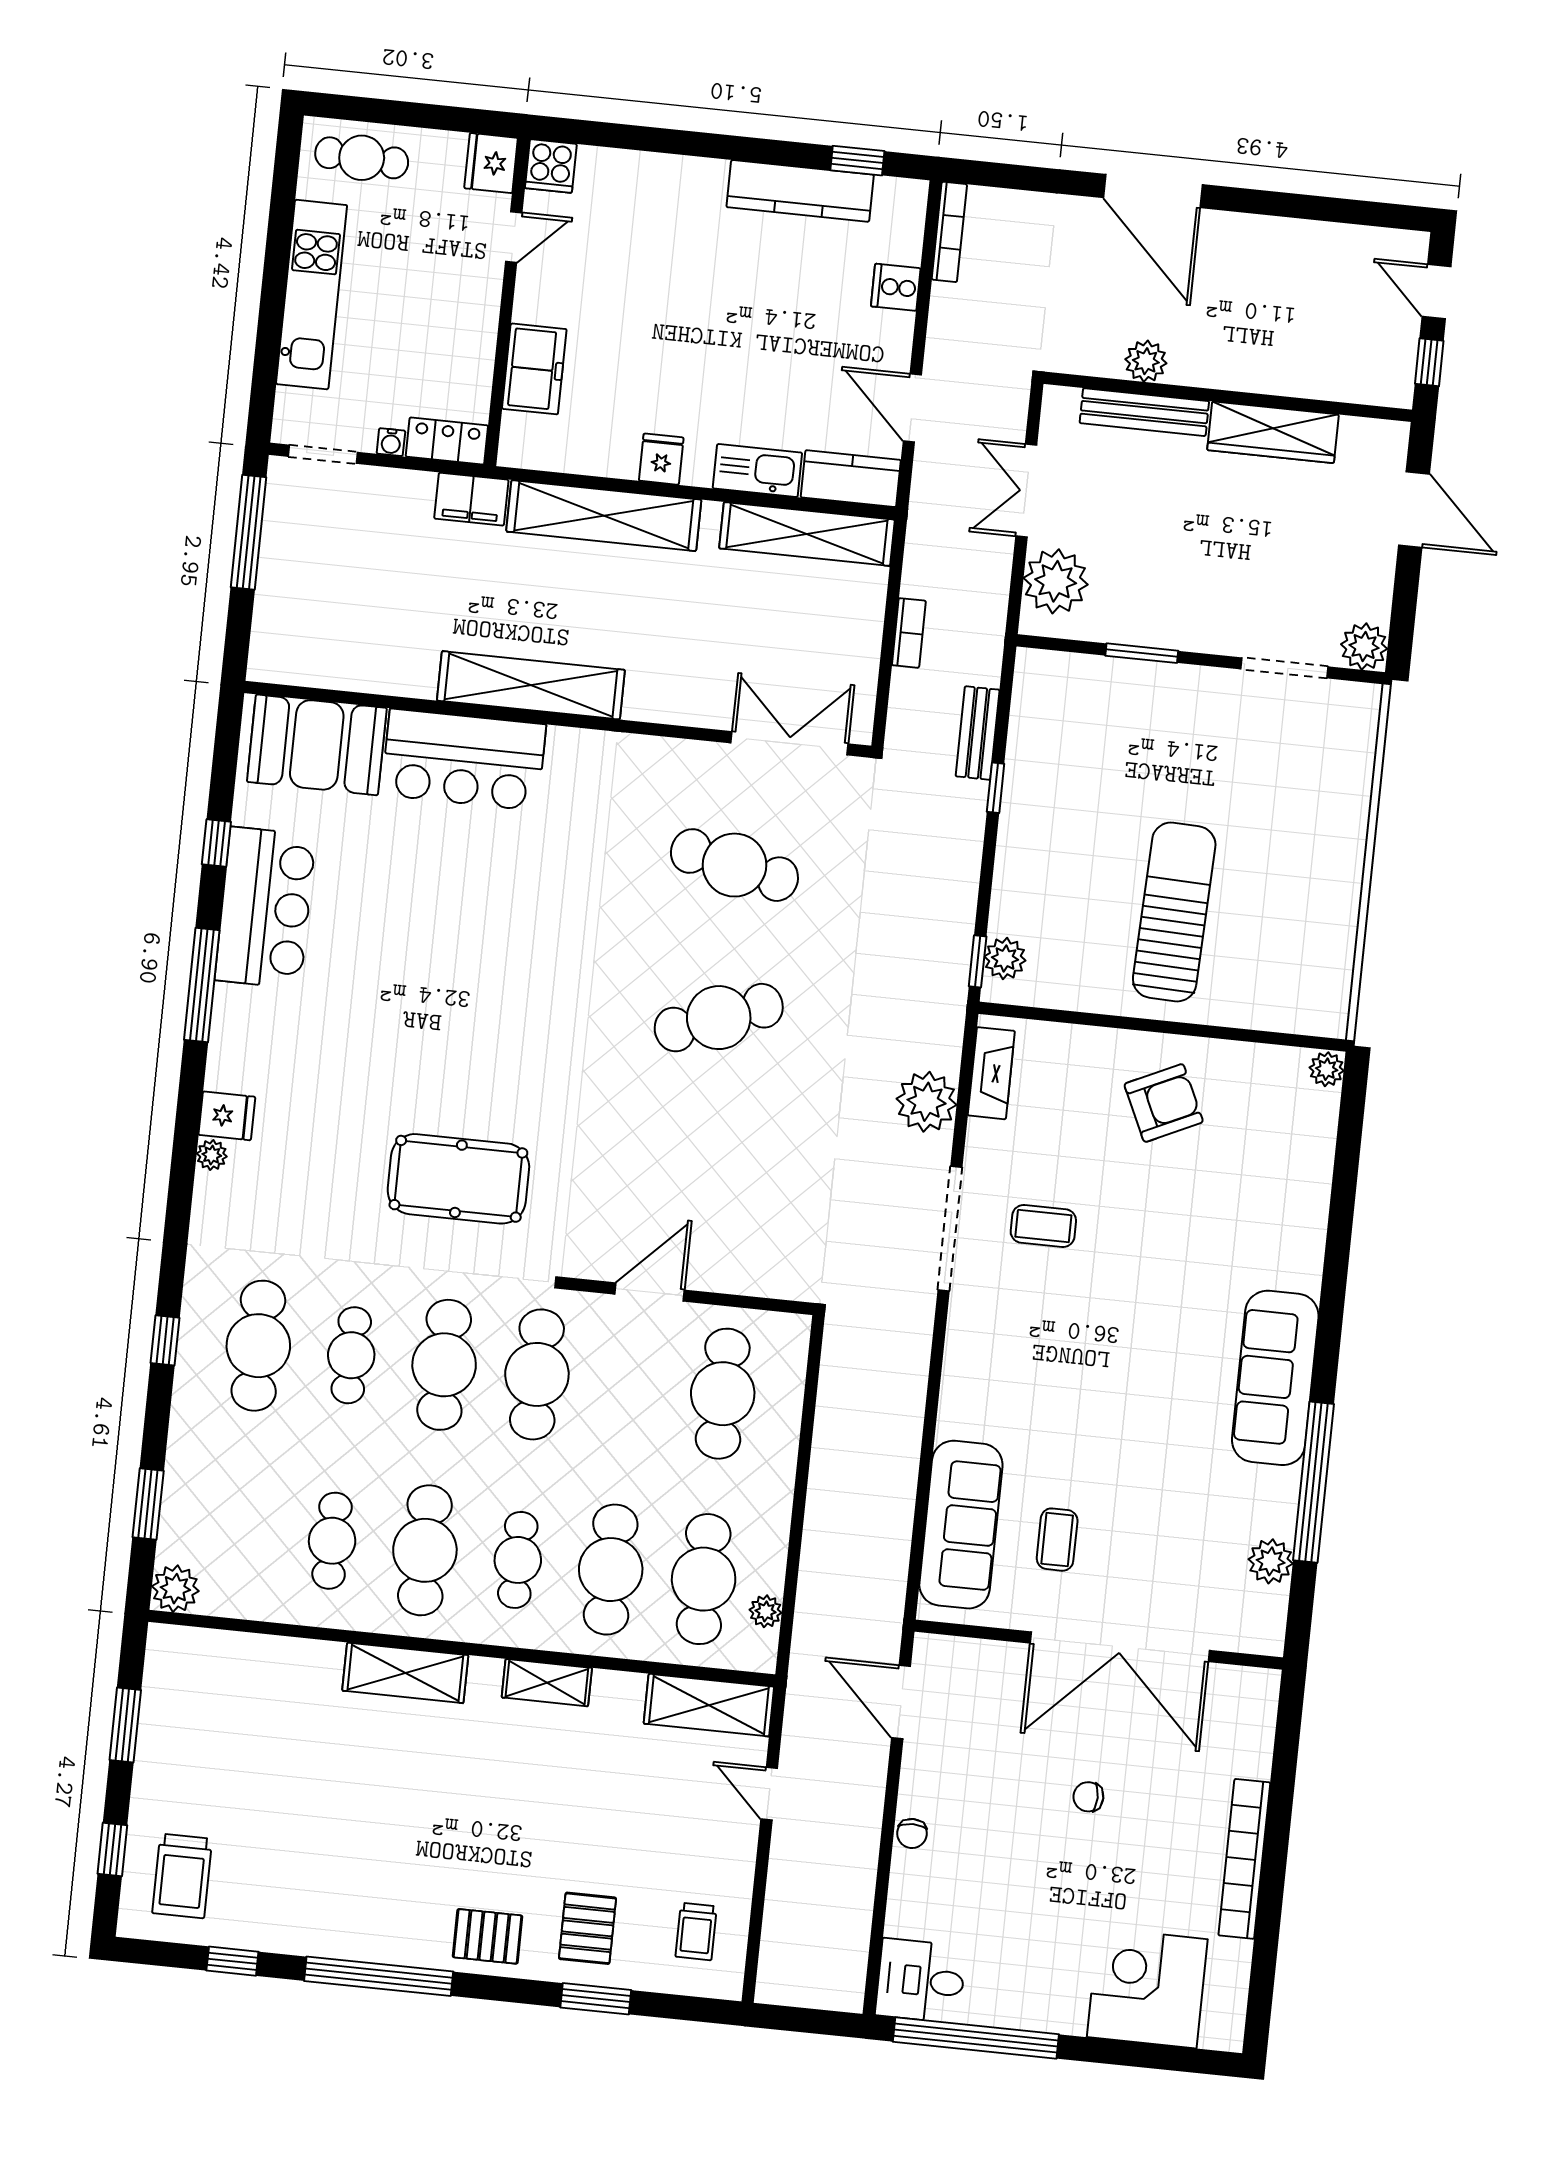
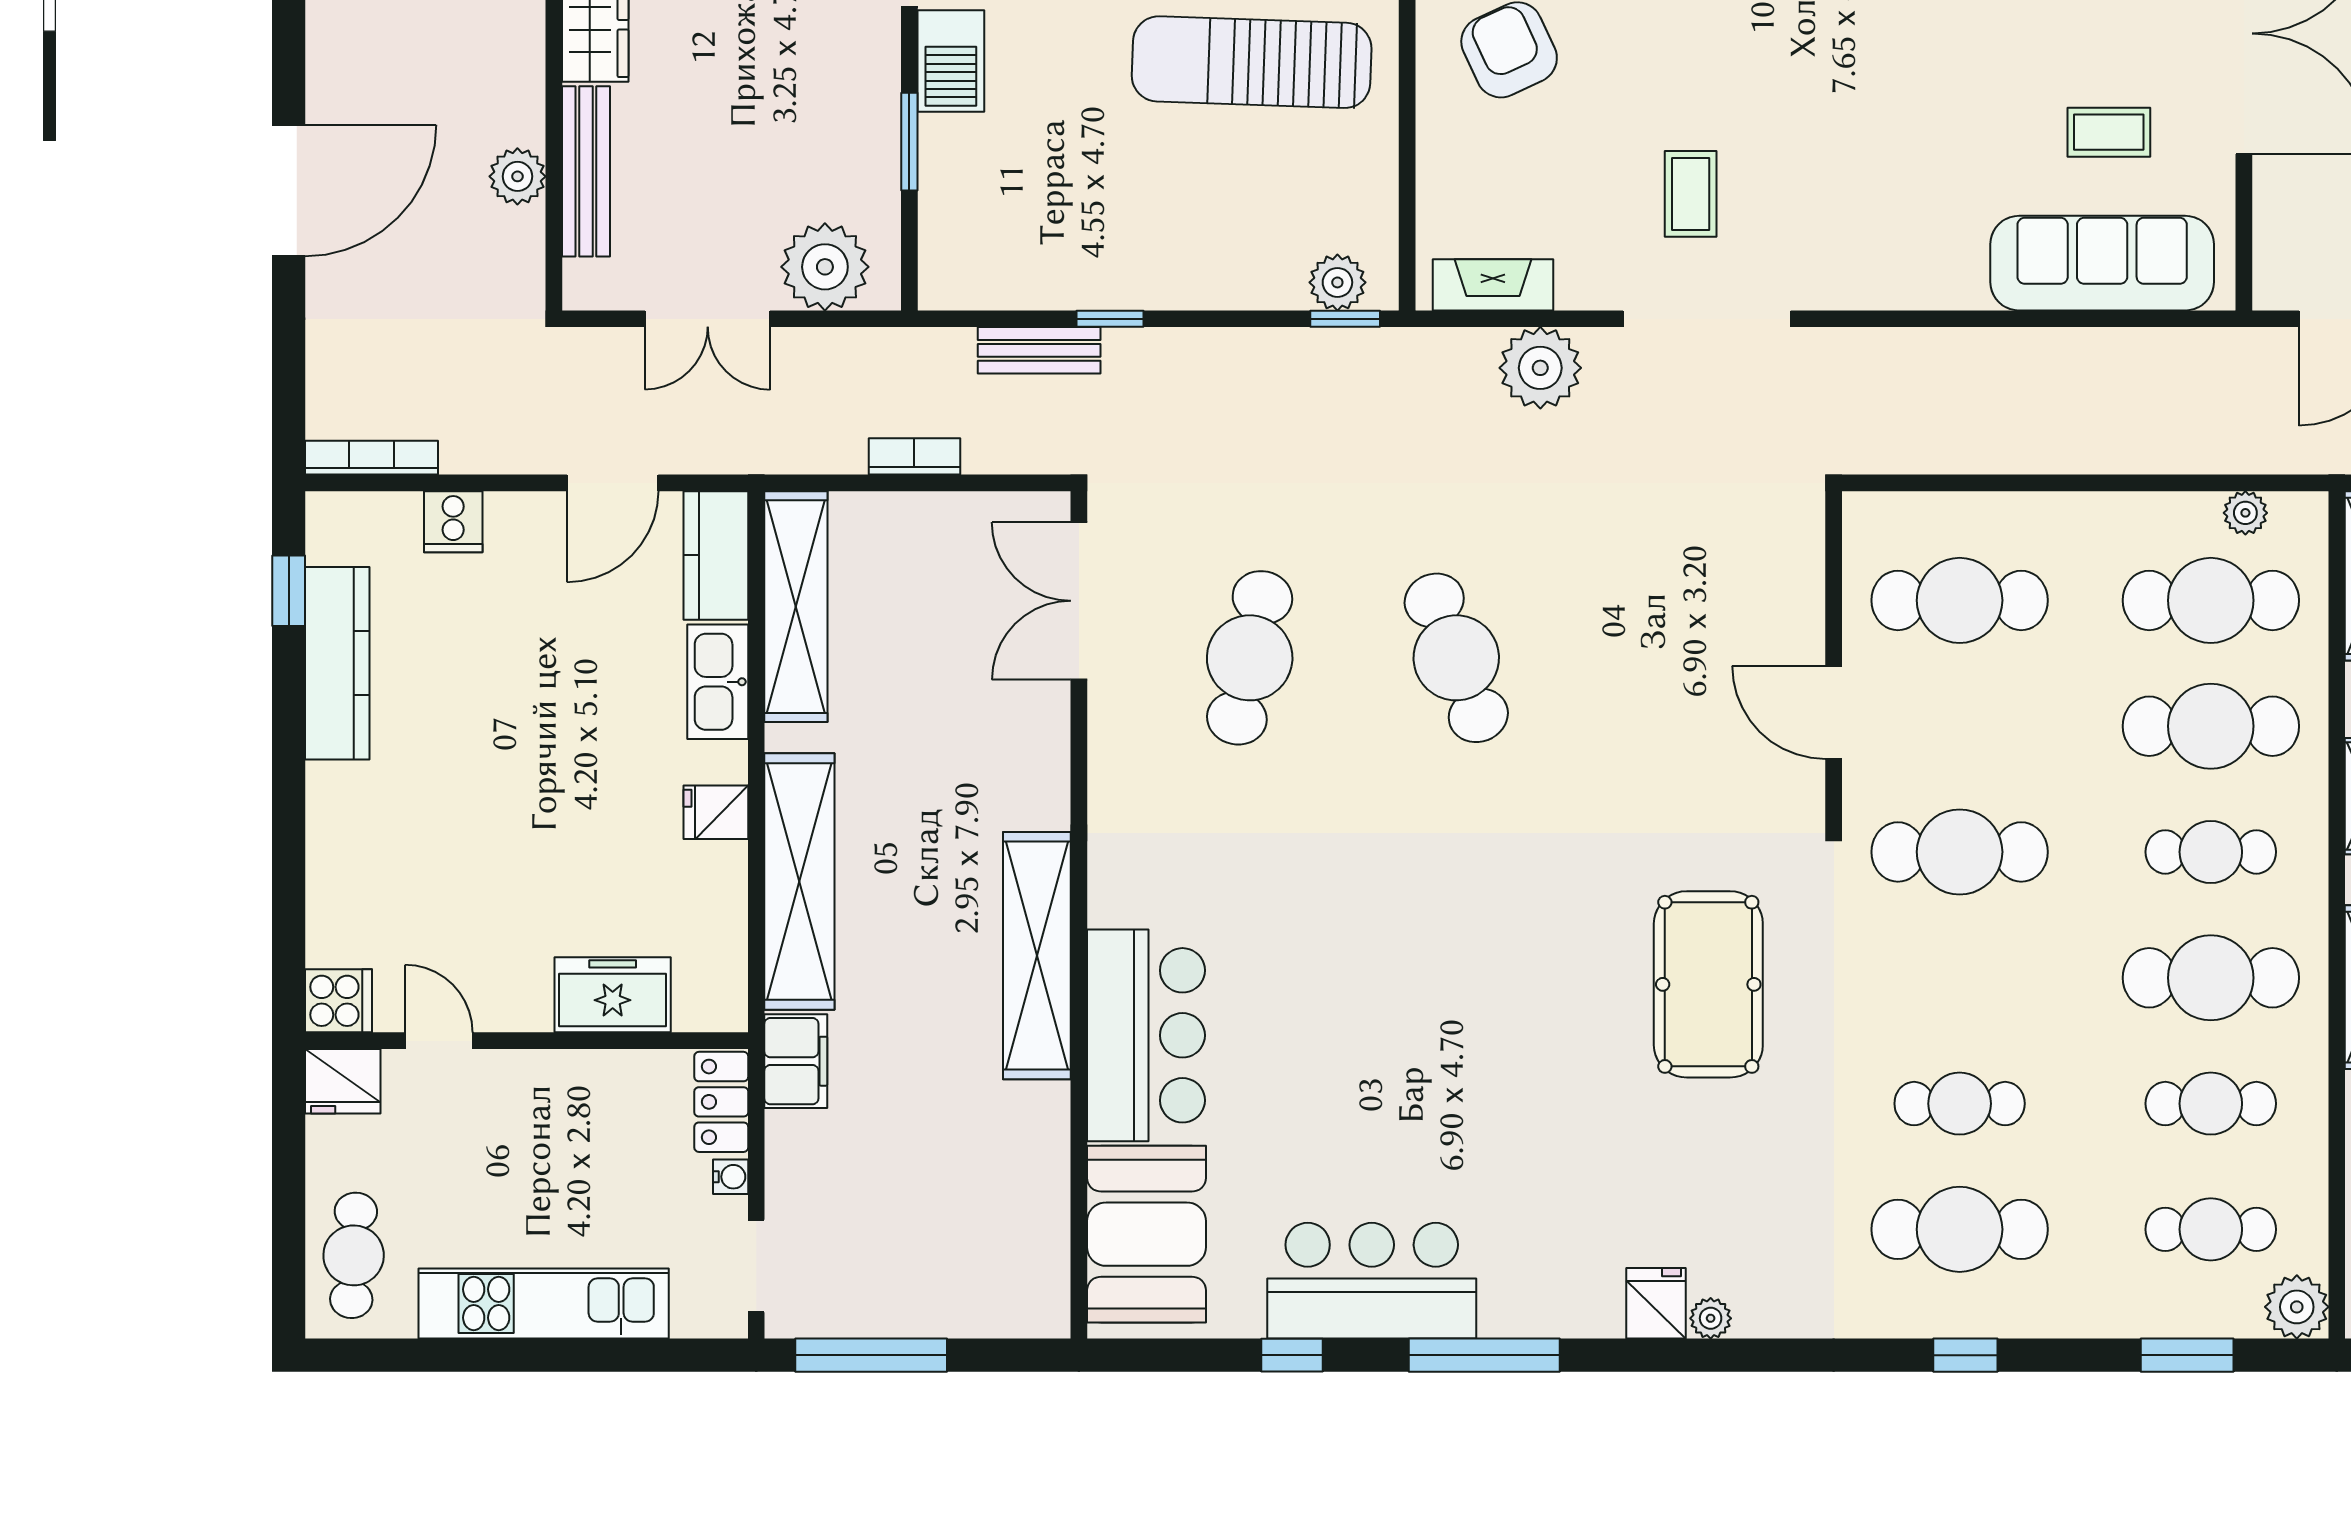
barbecue: (1198, 690) -> (951, 61), added
cafe table: (444, 1365) -> (2211, 1229), moved, width x0.73, depth x0.74

